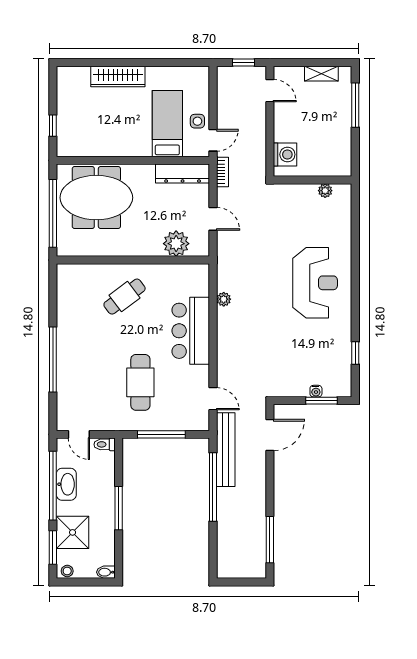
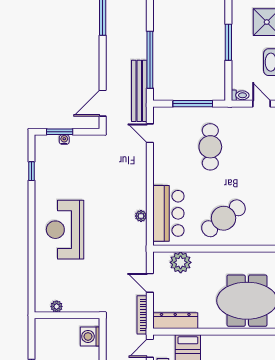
bookcase: (222, 172) -> (142, 315), width x1.56
cafe table: (125, 297) -> (223, 218), width x1.37, depth x1.35
bar counter: (191, 331) -> (168, 213), moved

